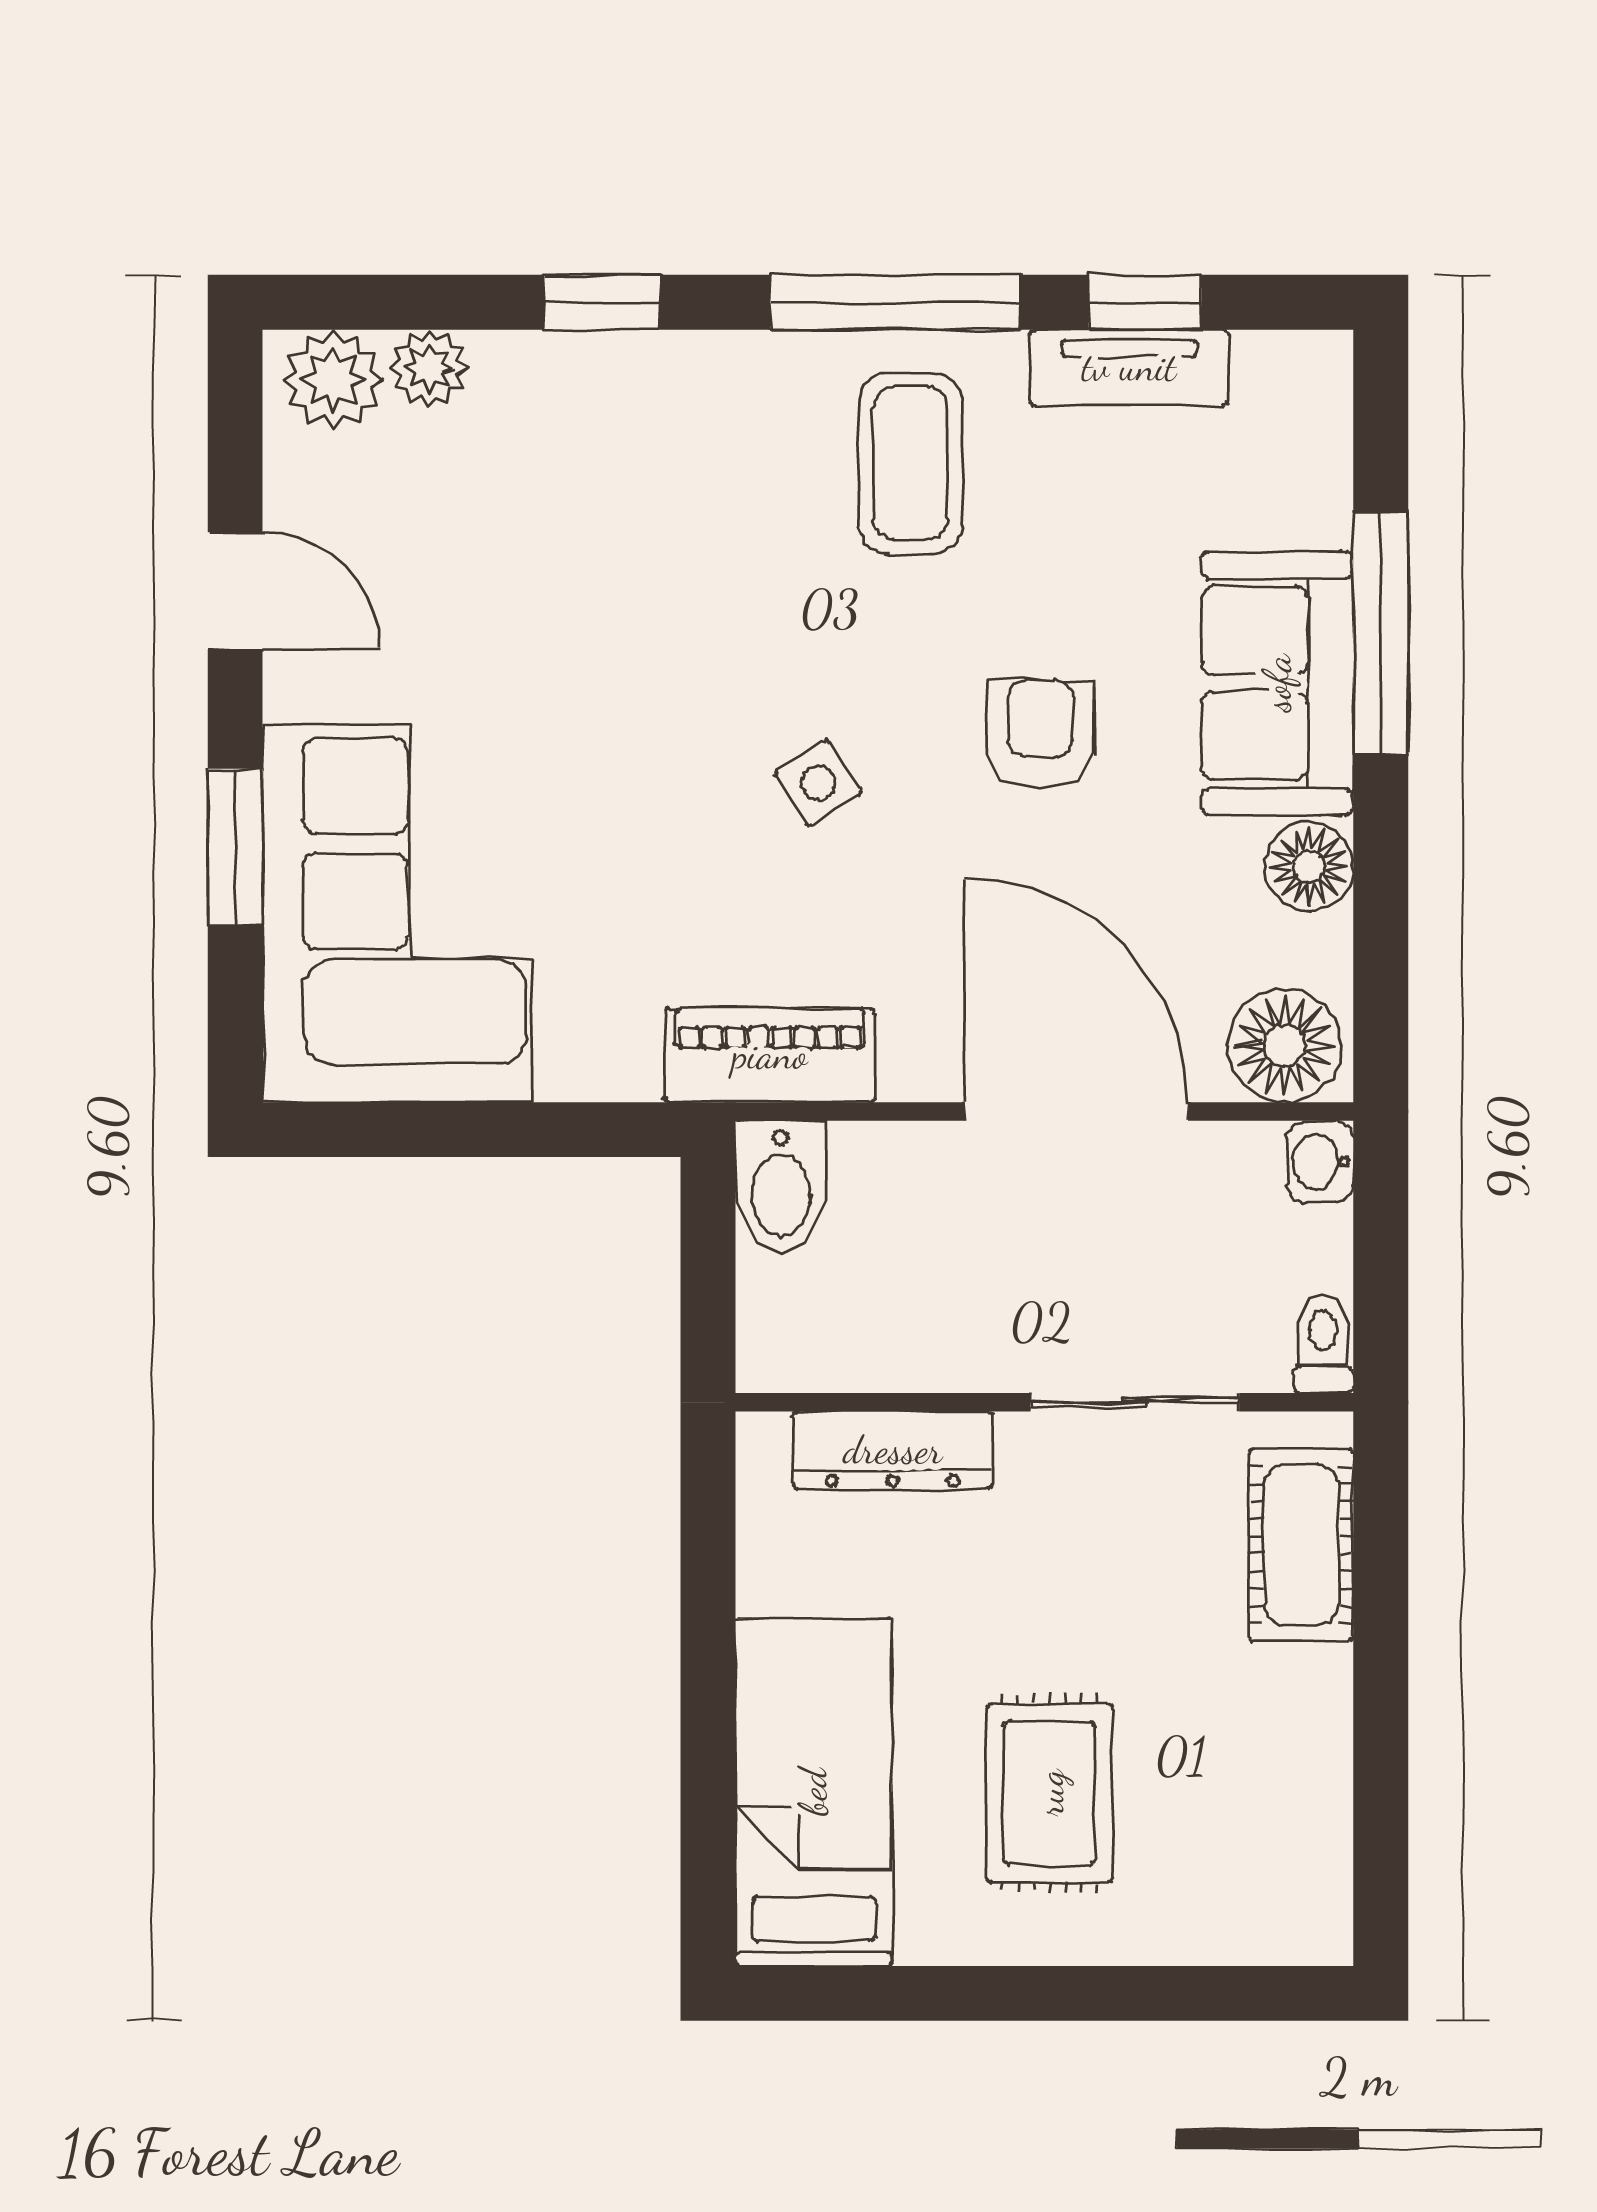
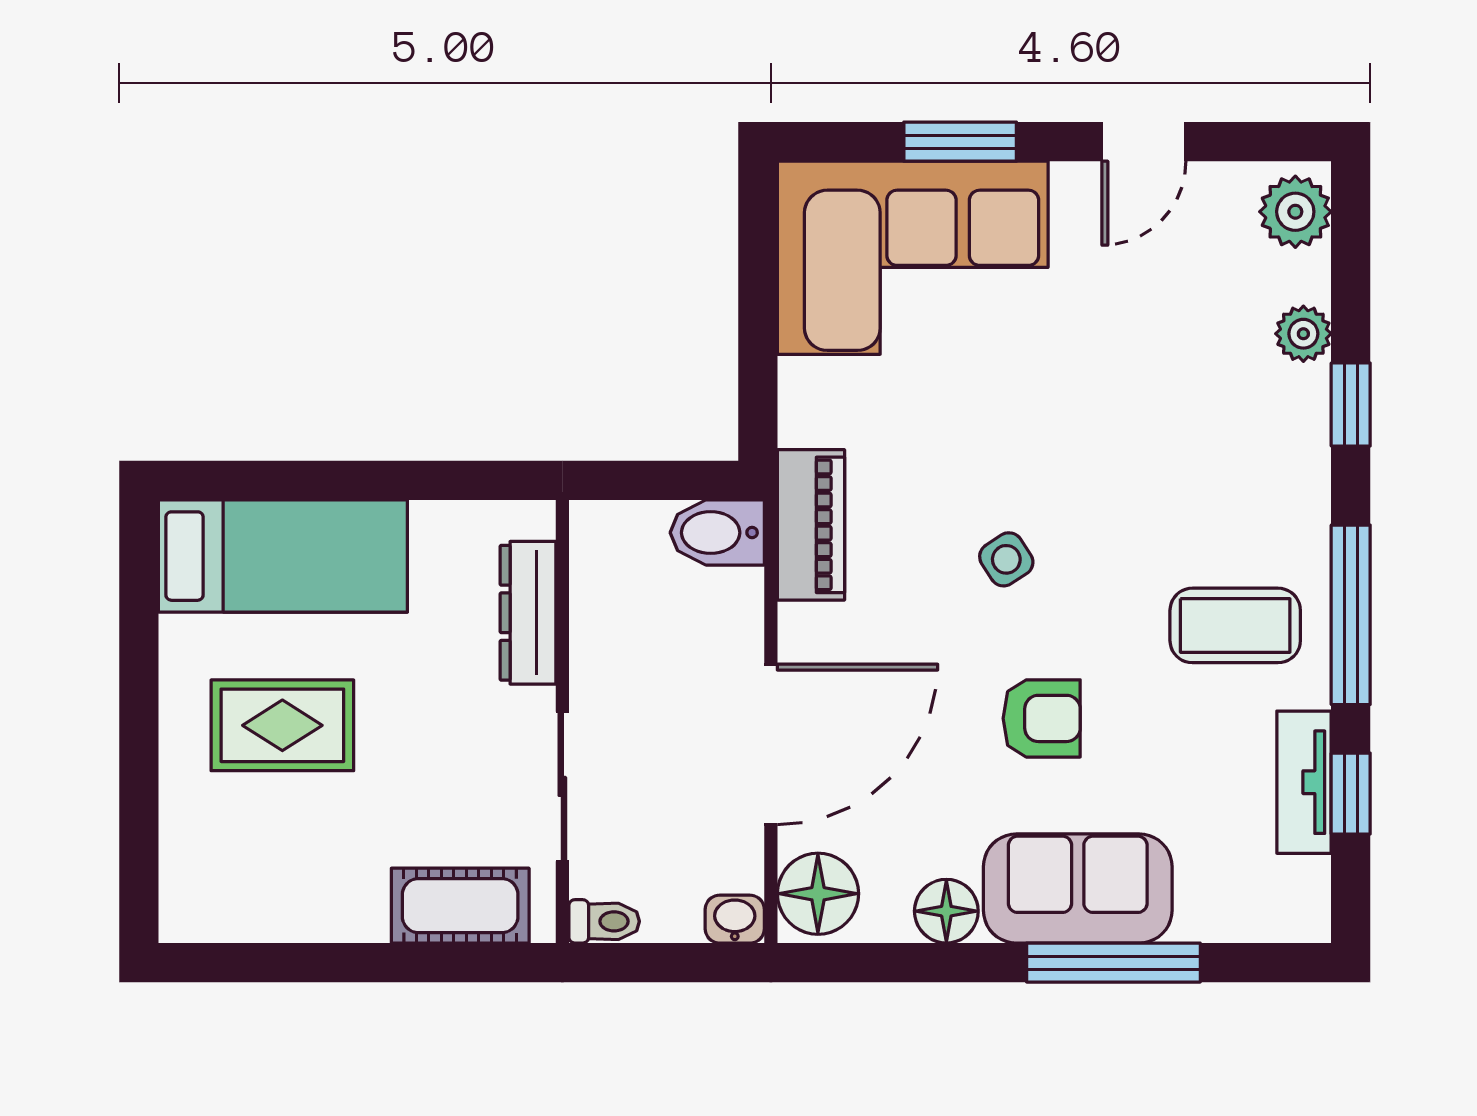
plant: (429, 368) -> (1303, 334), moved

